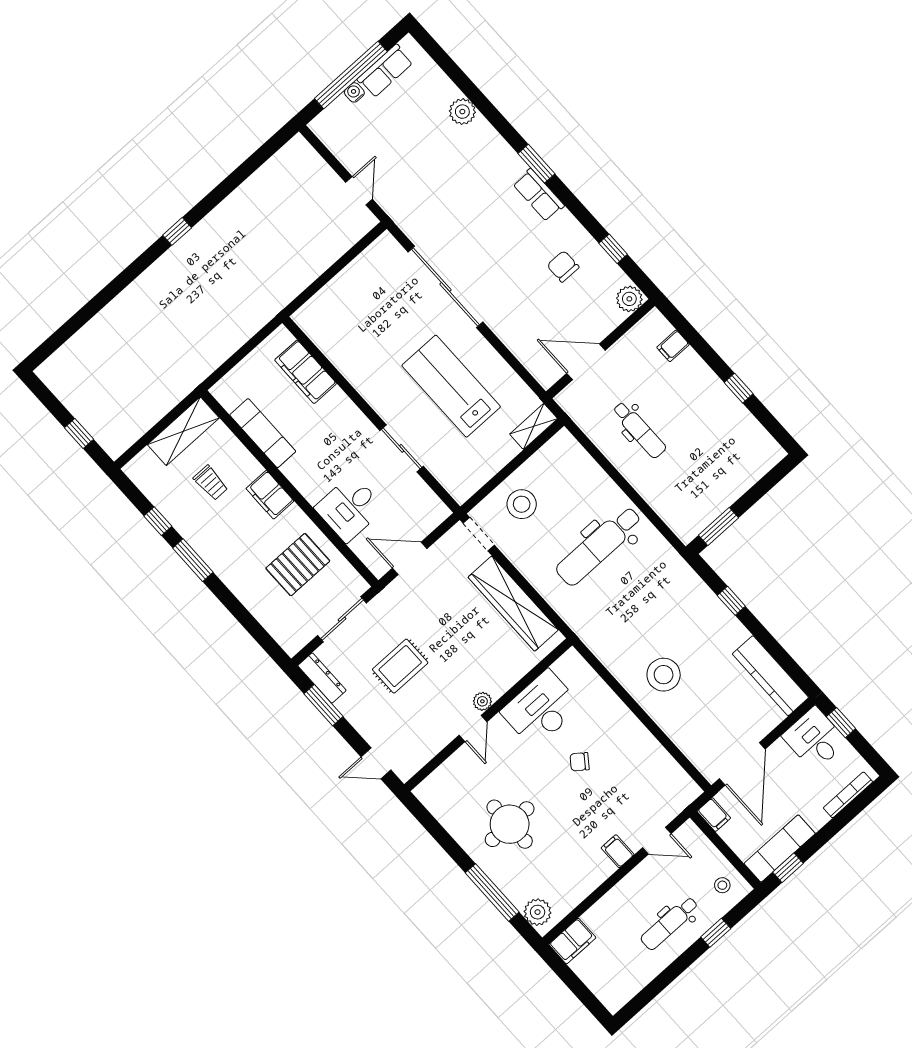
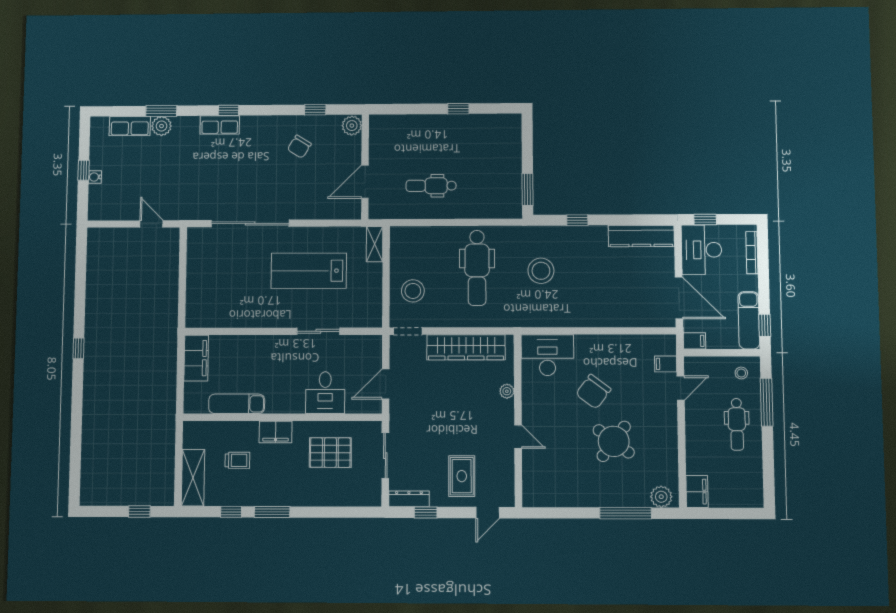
row of seats: (385, 71) -> (130, 126), moved, turned 90
window: (351, 75) -> (84, 170), width x0.32
window: (477, 97) -> (161, 111), added
window: (536, 164) -> (228, 110), width x0.67
row of seats: (539, 195) -> (220, 125), moved
chair: (563, 266) -> (299, 147), turned -58
filing cabinet: (673, 346) -> (401, 124), removed
filing cabinet: (306, 372) -> (196, 358), moved, turned -90
dental chair: (639, 430) -> (431, 186), turned 180
shelving: (183, 431) -> (193, 478), moved
pallet: (298, 565) -> (330, 453), turned 90
rug: (400, 666) -> (462, 476), moved
stool: (664, 675) -> (541, 271), moved
plant: (482, 701) -> (507, 391), moved
window: (324, 705) -> (426, 512), width x0.67
desk: (541, 709) -> (547, 355), moved, turned 90
desk: (815, 739) -> (702, 250), width x1.37
chair: (580, 762) -> (593, 392), width x1.87, depth x1.87
round table: (510, 824) -> (614, 441), moved, turned 37
filing cabinet: (618, 851) -> (666, 364), moved
window: (716, 933) -> (767, 402), width x2.17

